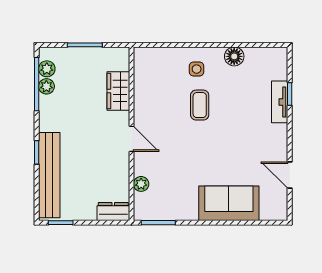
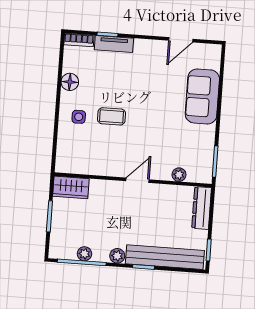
bookcase: (281, 63) -> (79, 40), added
plant: (47, 69) -> (117, 256), moved
wardrobe: (118, 91) -> (71, 187), moved
dresser: (113, 212) -> (202, 208), width x1.44

